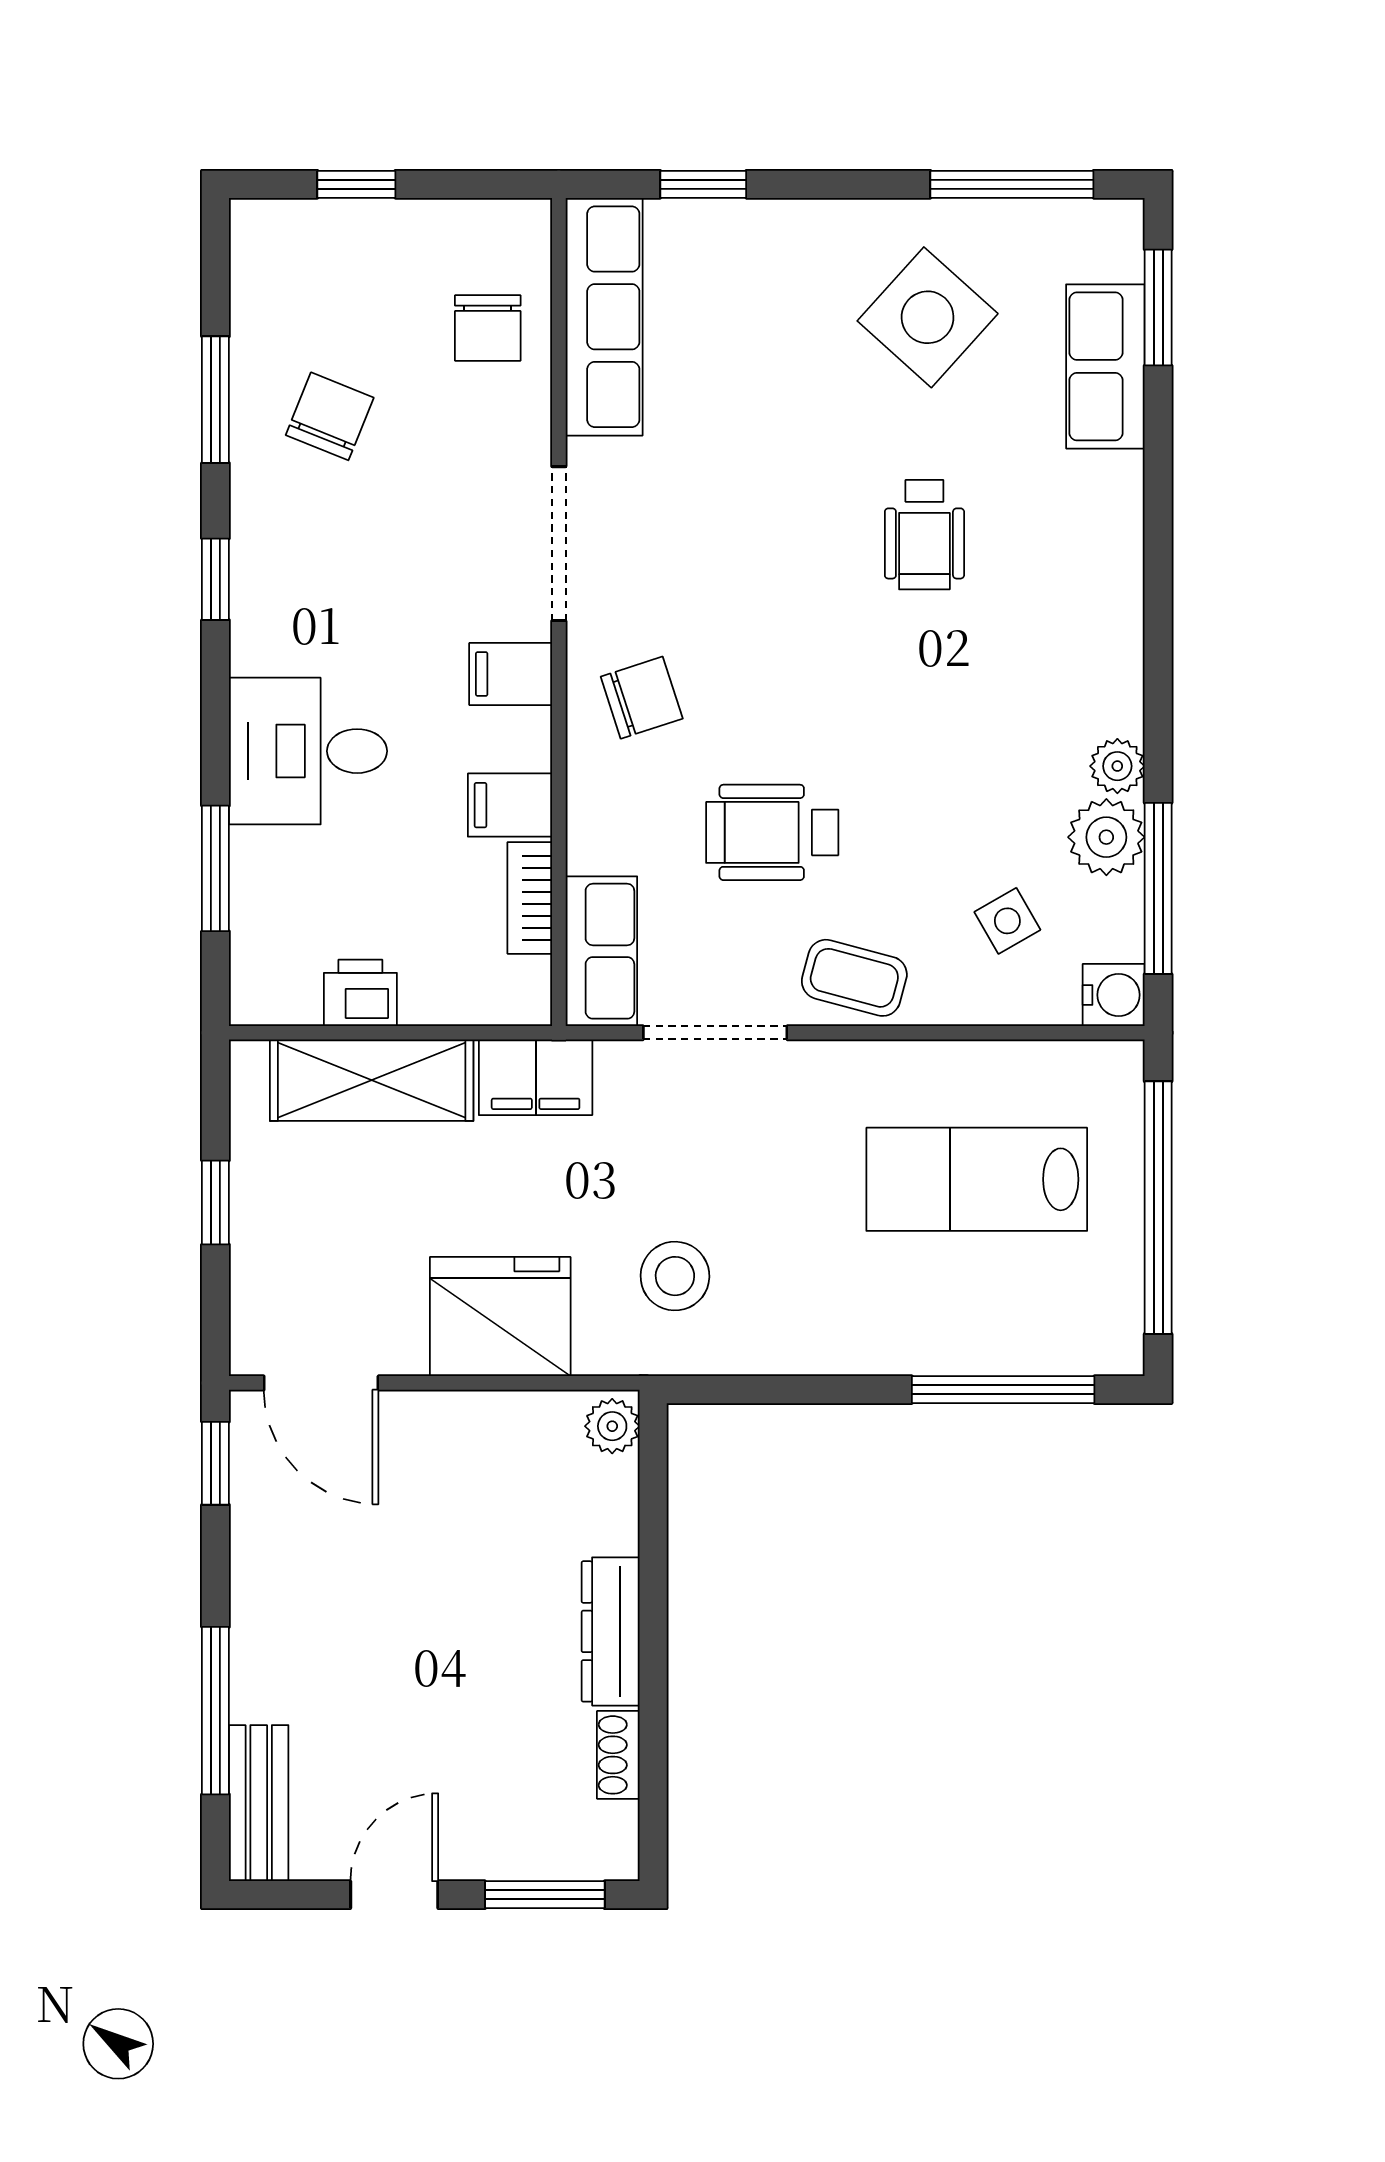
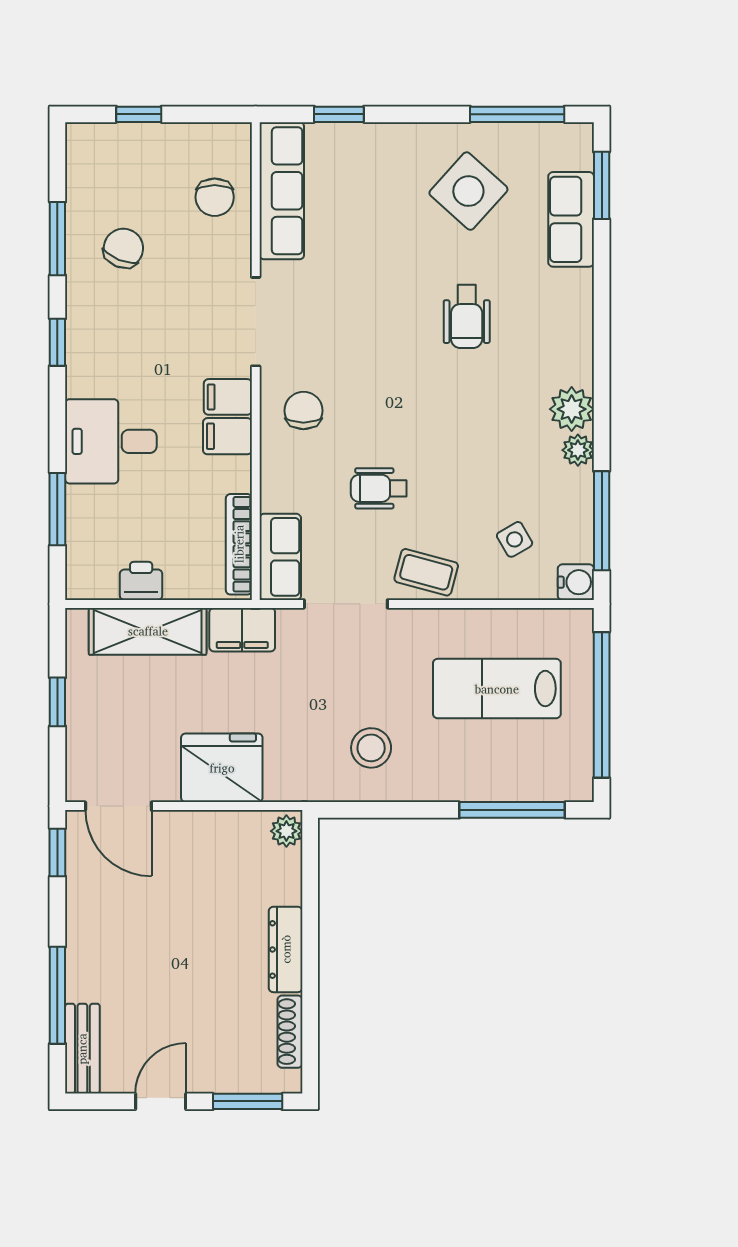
chair: (642, 698) -> (303, 411), turned -72
filing cabinet: (510, 805) -> (227, 436), moved
wheelchair: (772, 832) -> (379, 488), width x0.73, depth x0.73
plant: (1106, 837) -> (572, 409), moved
bookcase: (530, 898) -> (239, 544), width x1.56
stool: (675, 1276) -> (371, 748), moved
shoe rack: (618, 1755) -> (290, 1032), width x1.43

